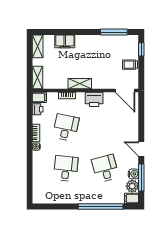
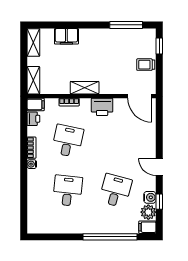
desk: (105, 168) -> (116, 191), turned 30
window: (141, 177) -> (159, 202), width x0.46

